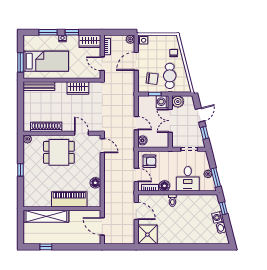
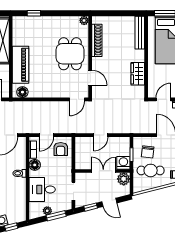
door: (82, 133) -> (90, 78), hinge flipped
boiler: (142, 140) -> (83, 142), removed
window: (20, 170) -> (34, 13), moved
window: (216, 177) -> (56, 216), moved
floor lamp: (95, 183) -> (22, 92), moved

